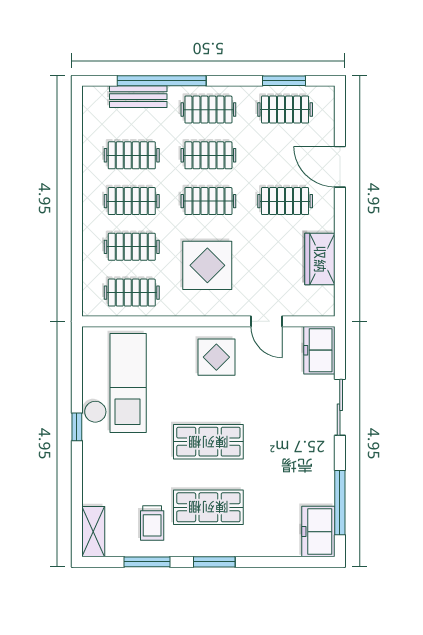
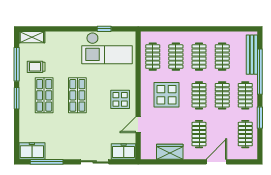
window: (284, 81) -> (260, 118), moved
bench: (138, 97) -> (252, 55), width x1.36
window: (77, 427) -> (104, 29), moved
window: (147, 562) -> (17, 64), width x1.44

